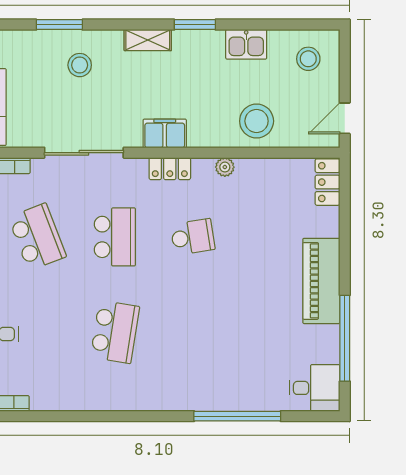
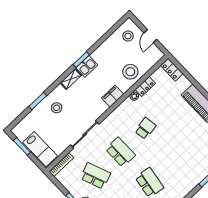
kitchen sink: (246, 44) -> (87, 66), moved
door: (345, 118) -> (150, 36), moved
filing cabinet: (165, 133) -> (113, 96), moved
locker: (170, 169) -> (145, 86), moved

